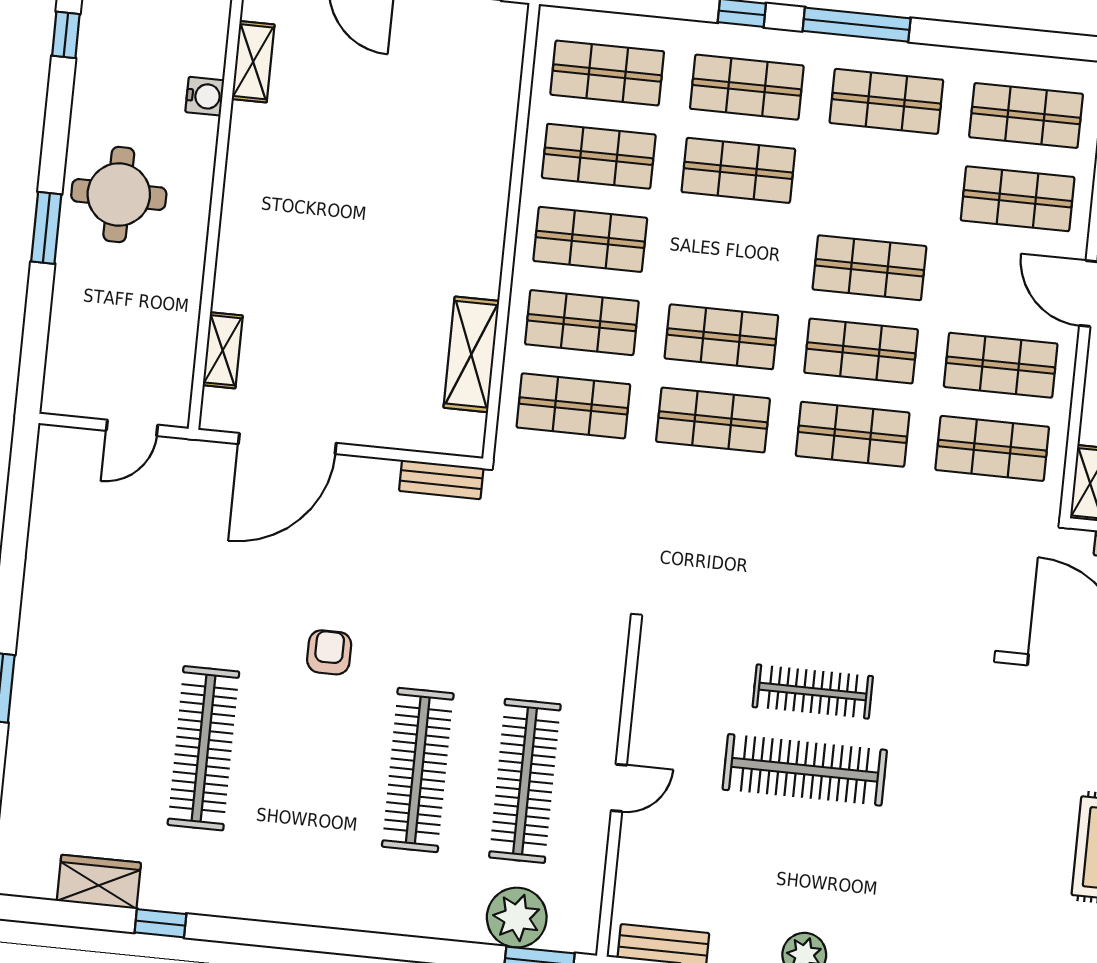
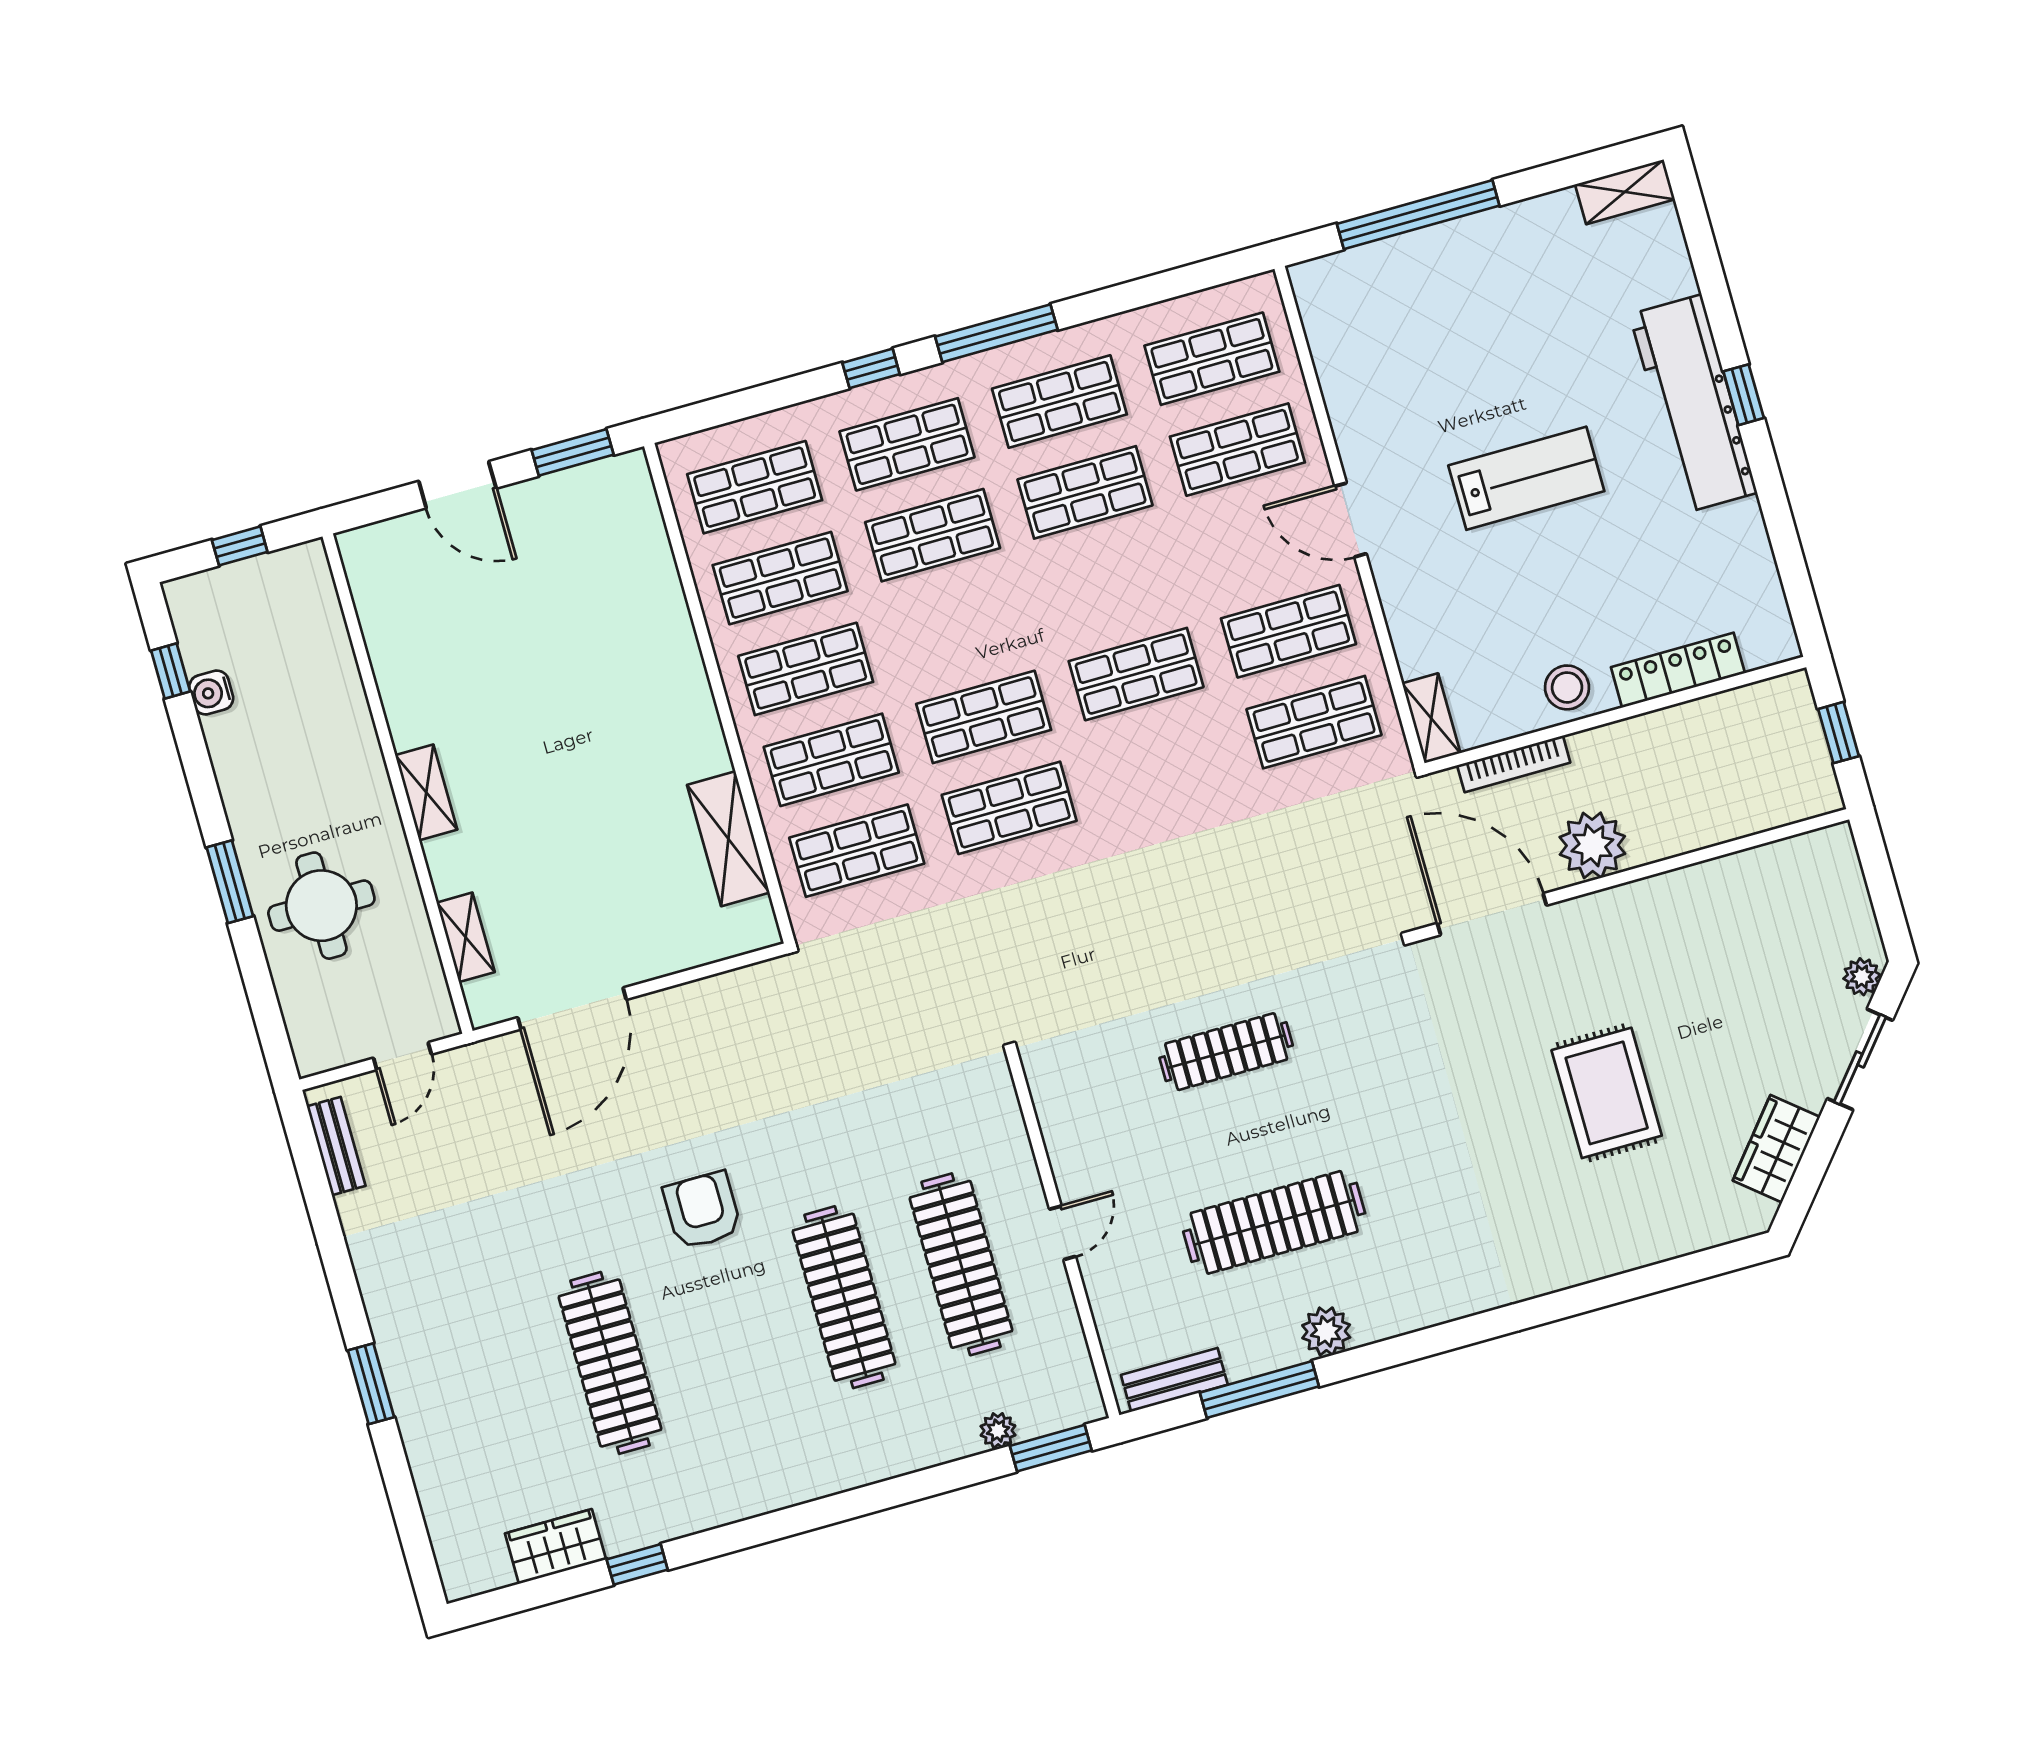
shelving: (253, 62) -> (426, 792), moved
water cooler: (205, 96) -> (211, 693), moved, turned 180
round table: (119, 194) -> (321, 906), moved
shop shelf: (870, 268) -> (1085, 492), moved
shop shelf: (853, 434) -> (1162, 765), removed
bench: (441, 480) -> (336, 1146), moved, turned 90
armchair: (329, 652) -> (702, 1210), width x1.38, depth x1.38
clothes rail: (805, 770) -> (1274, 1222), moved
plant: (517, 918) -> (998, 1431), width x0.53, depth x0.53

